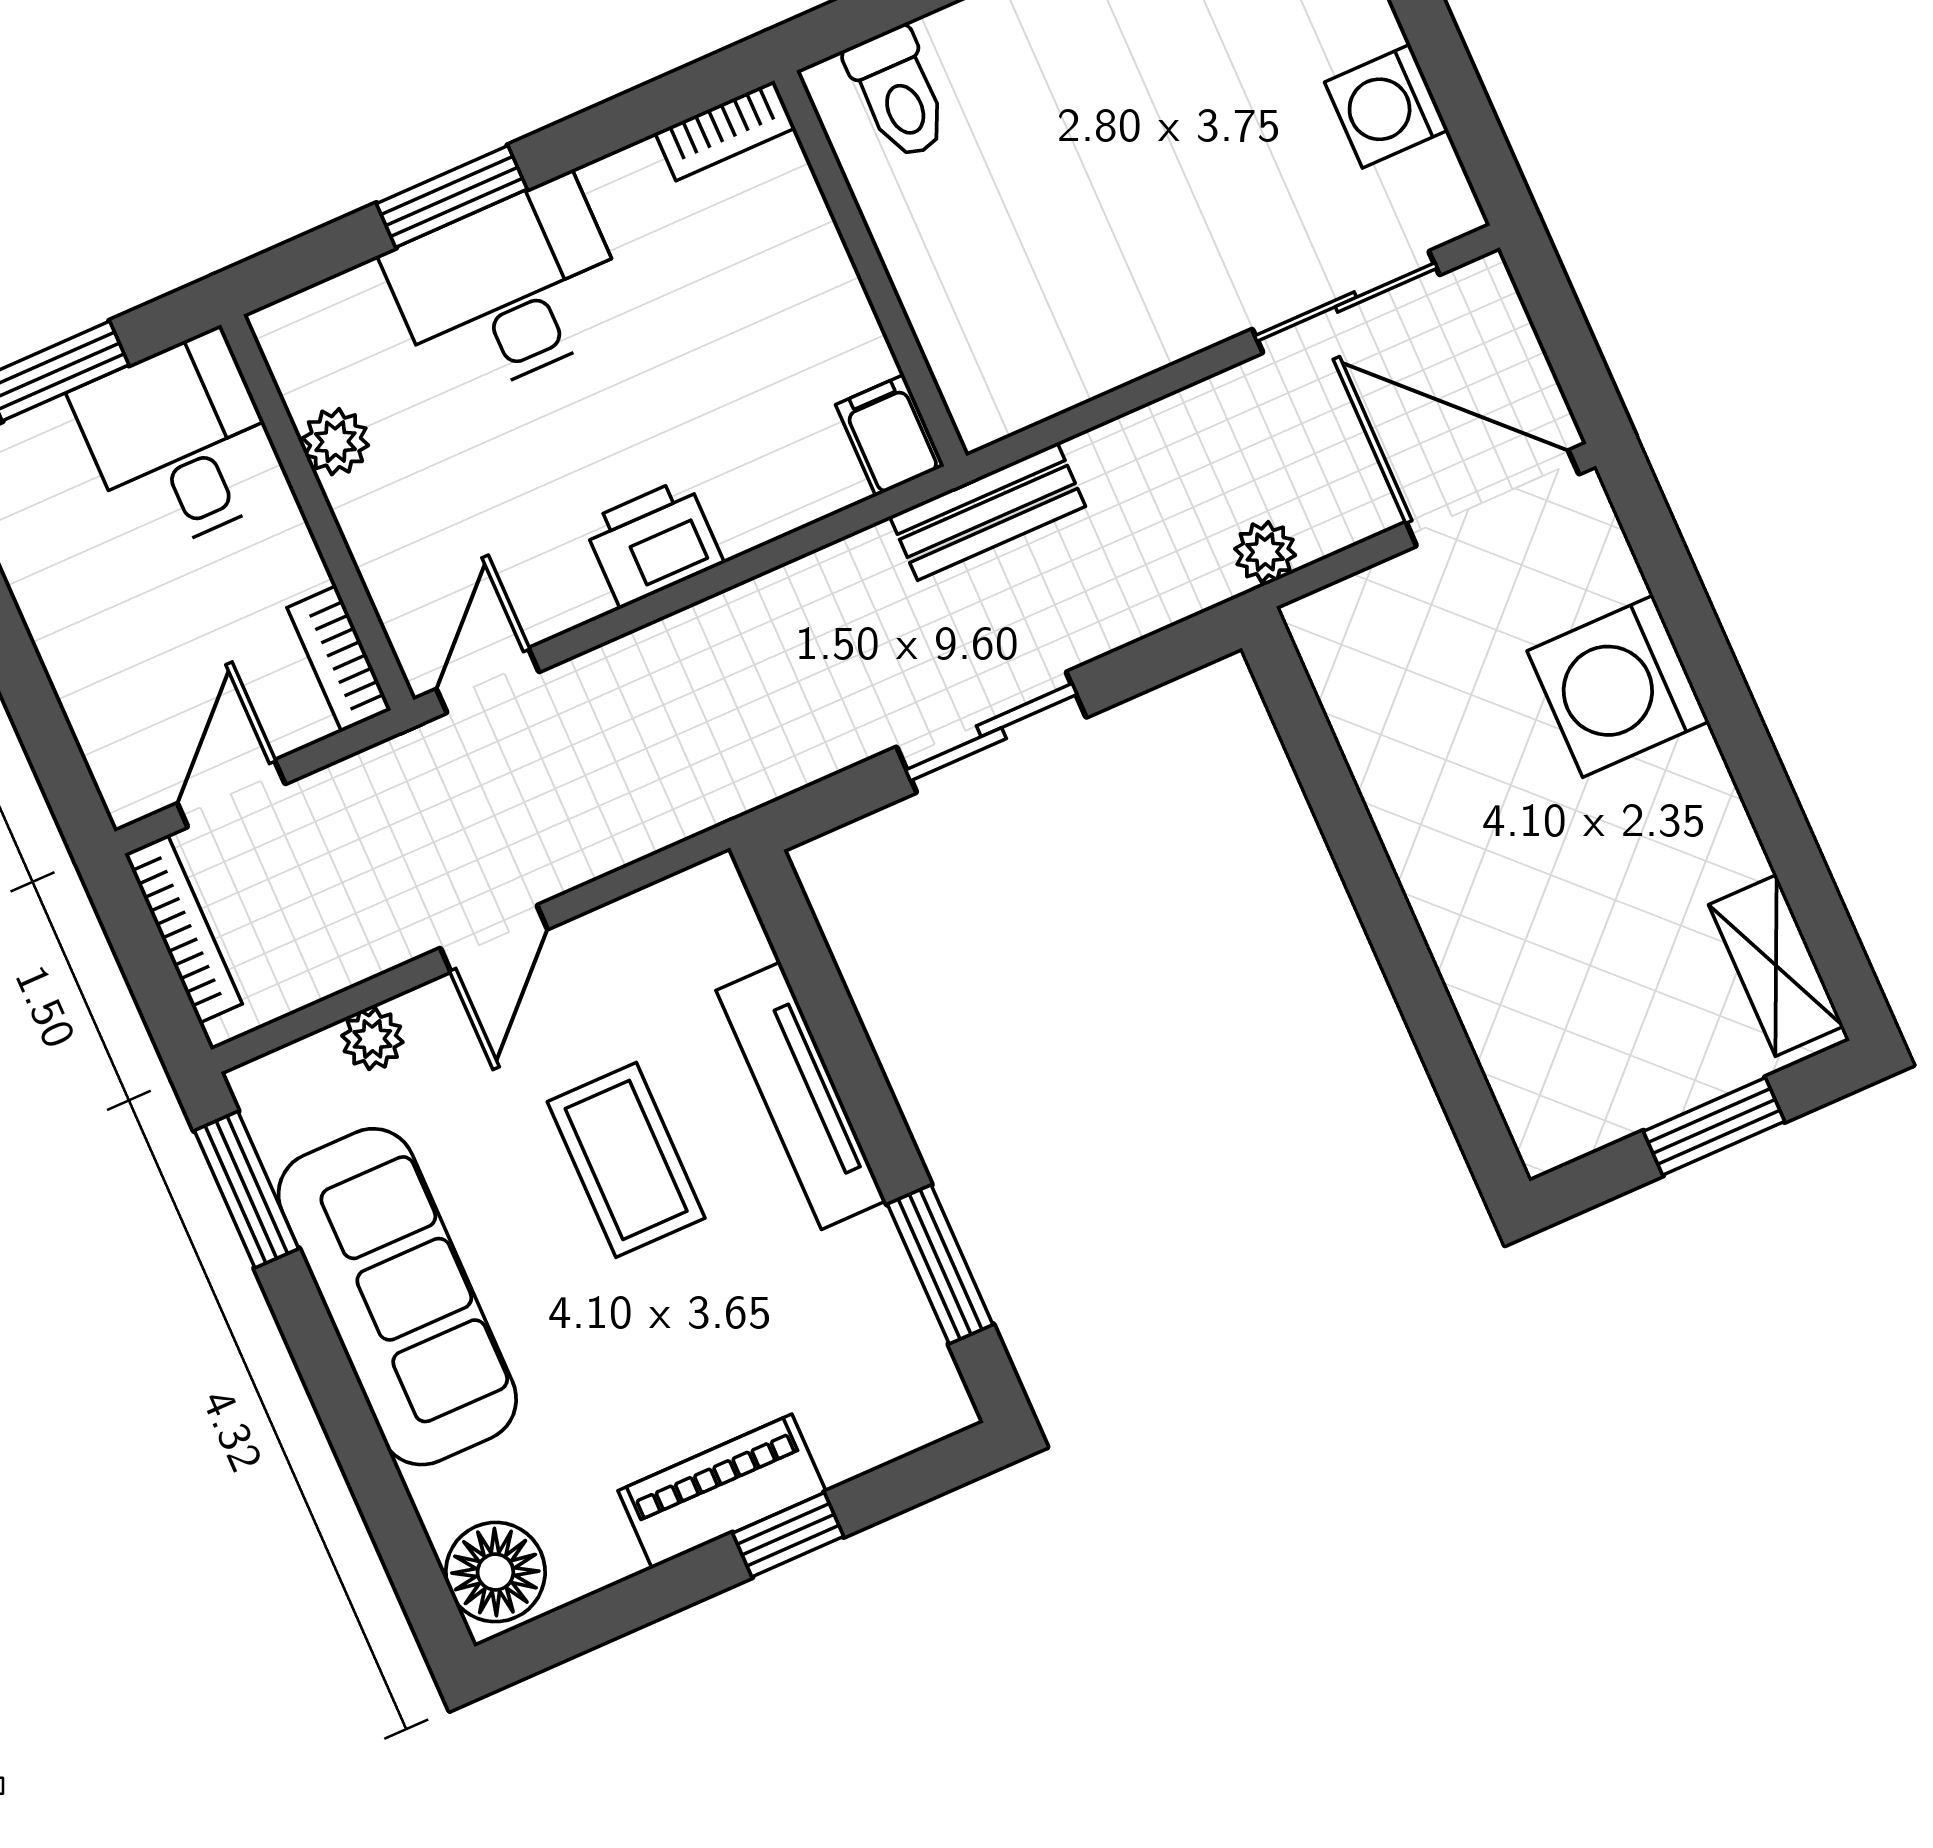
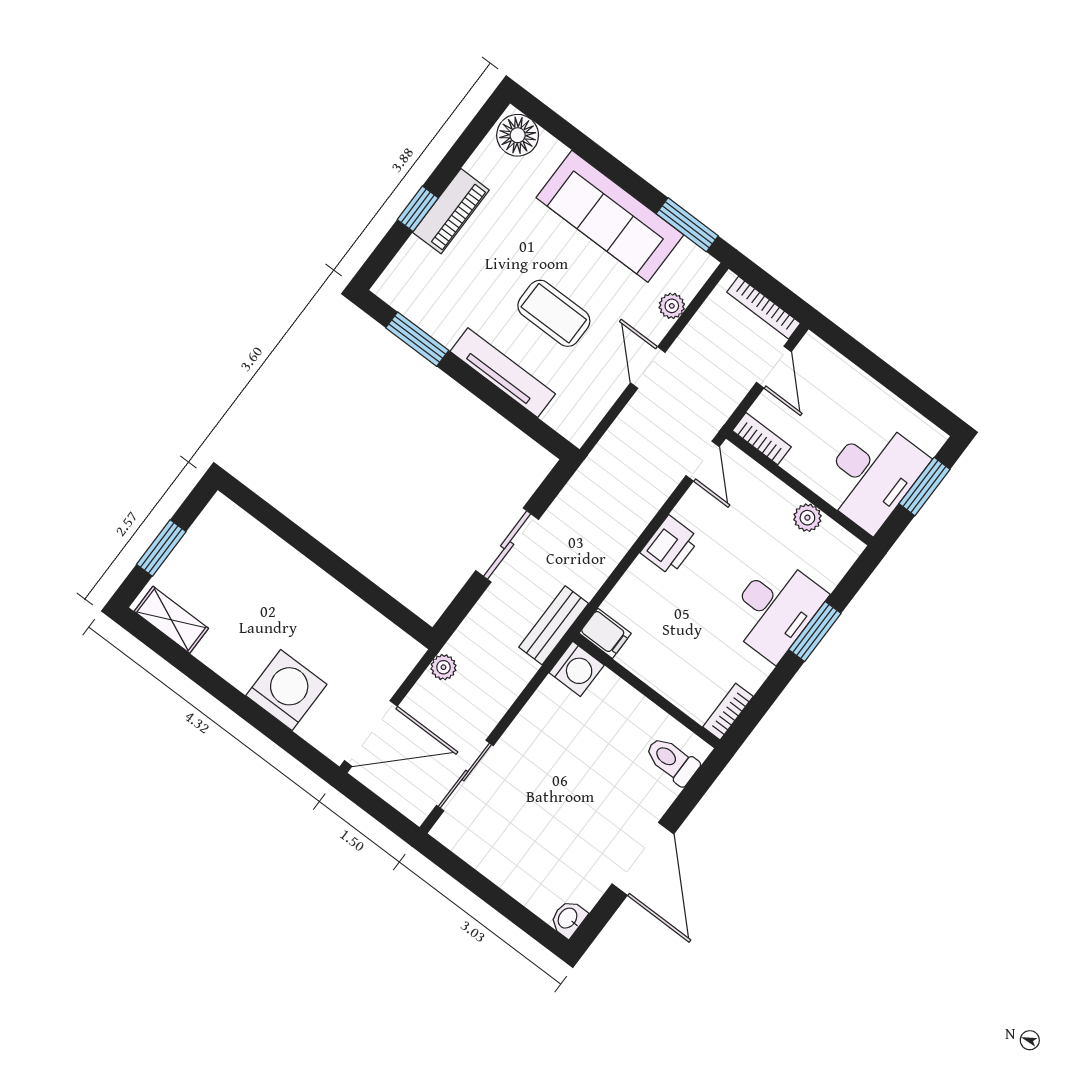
washing machine: (1386, 106) -> (577, 669), moved, turned 90
desk: (180, 443) -> (872, 475), width x1.37

